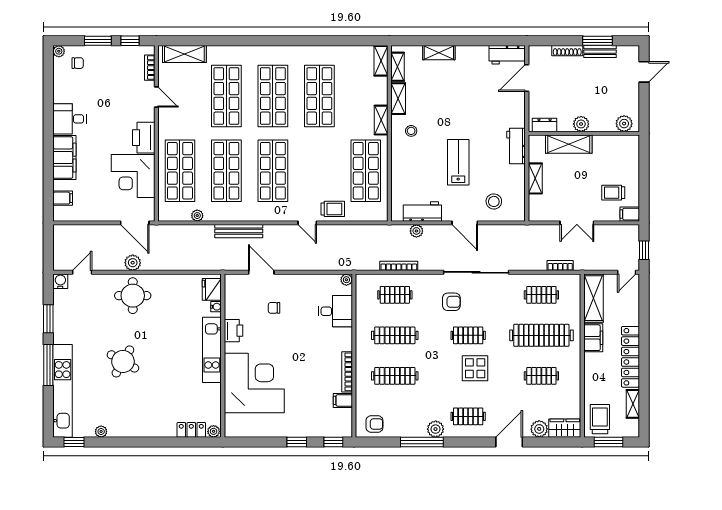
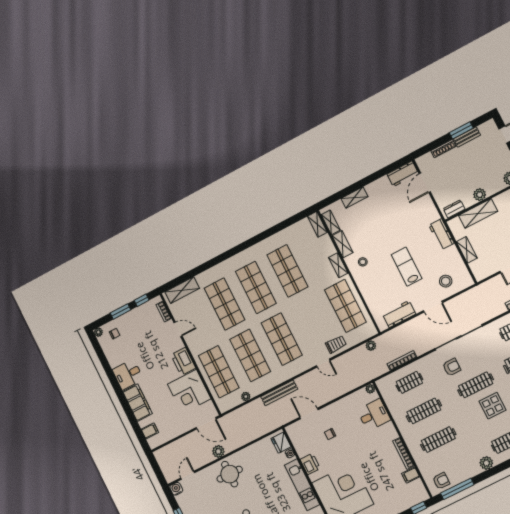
plant: (416, 231) -> (371, 346), moved
clothes rail: (468, 335) -> (476, 385), width x1.36
window: (422, 442) -> (457, 489), moved

